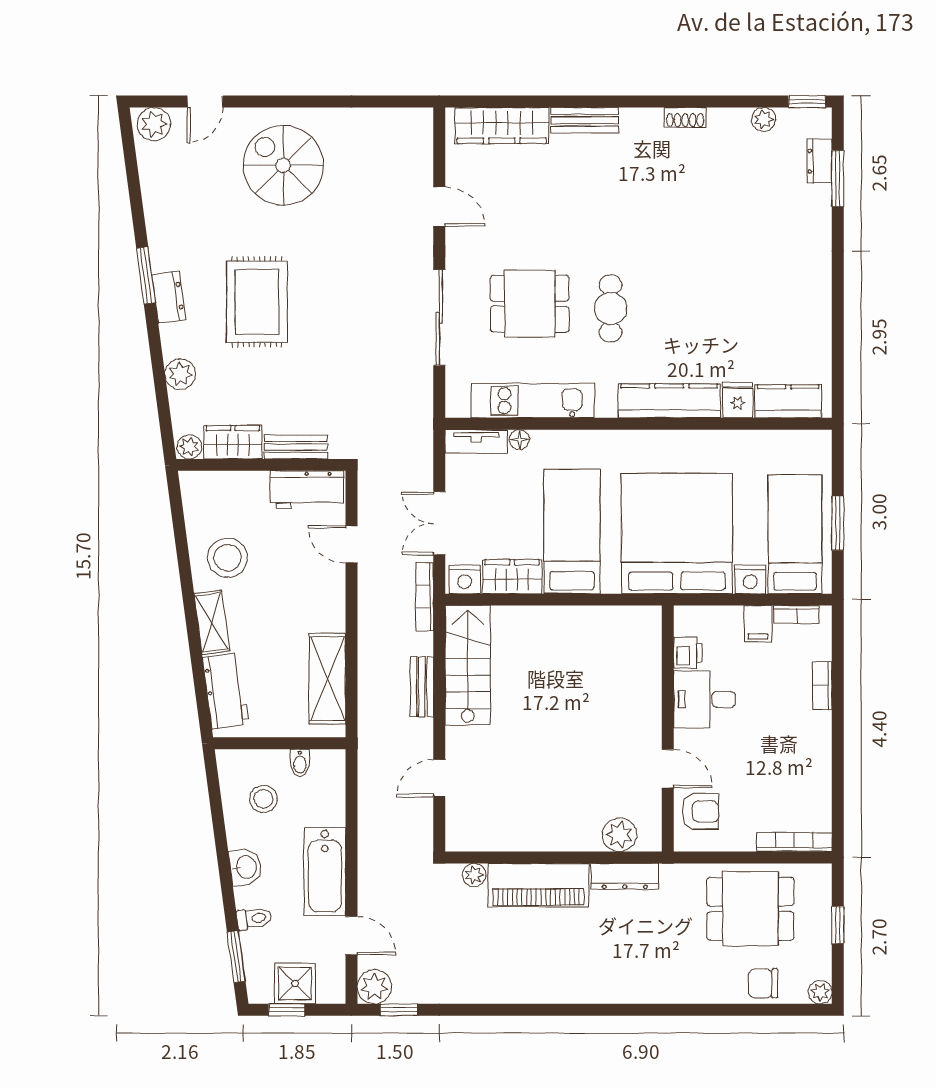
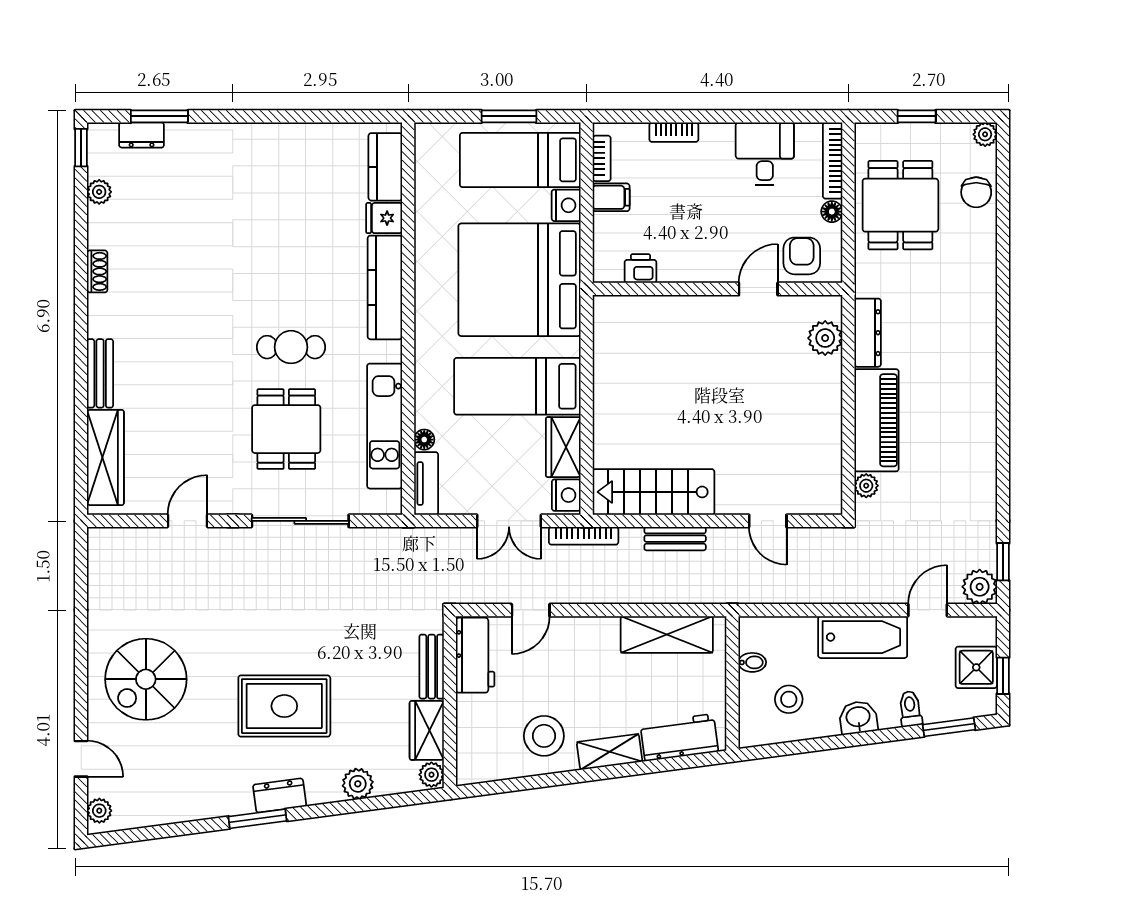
plant: (154, 124) -> (99, 811), width x0.73, depth x0.73
desk: (705, 699) -> (765, 154), moved, turned 180
floor lamp: (744, 841) -> (832, 212), added

